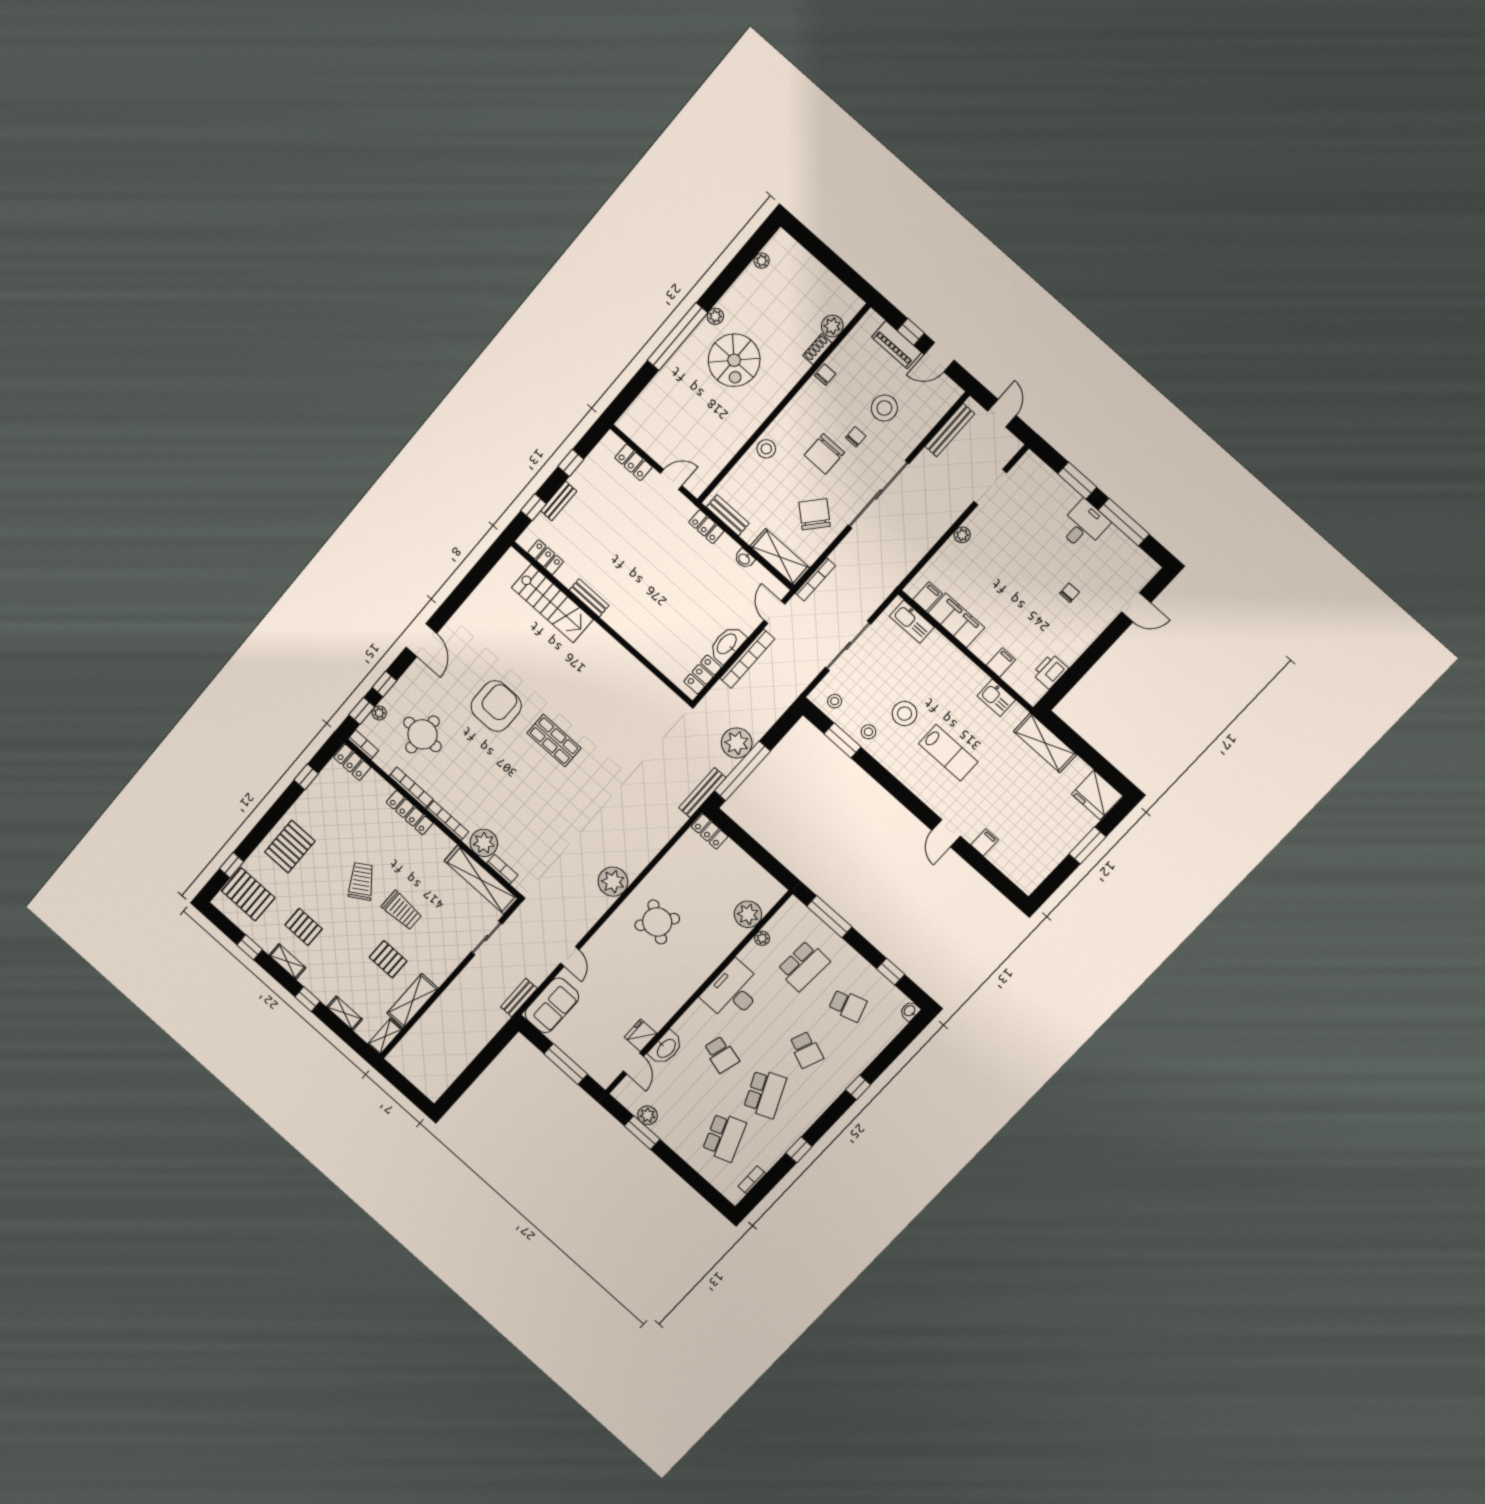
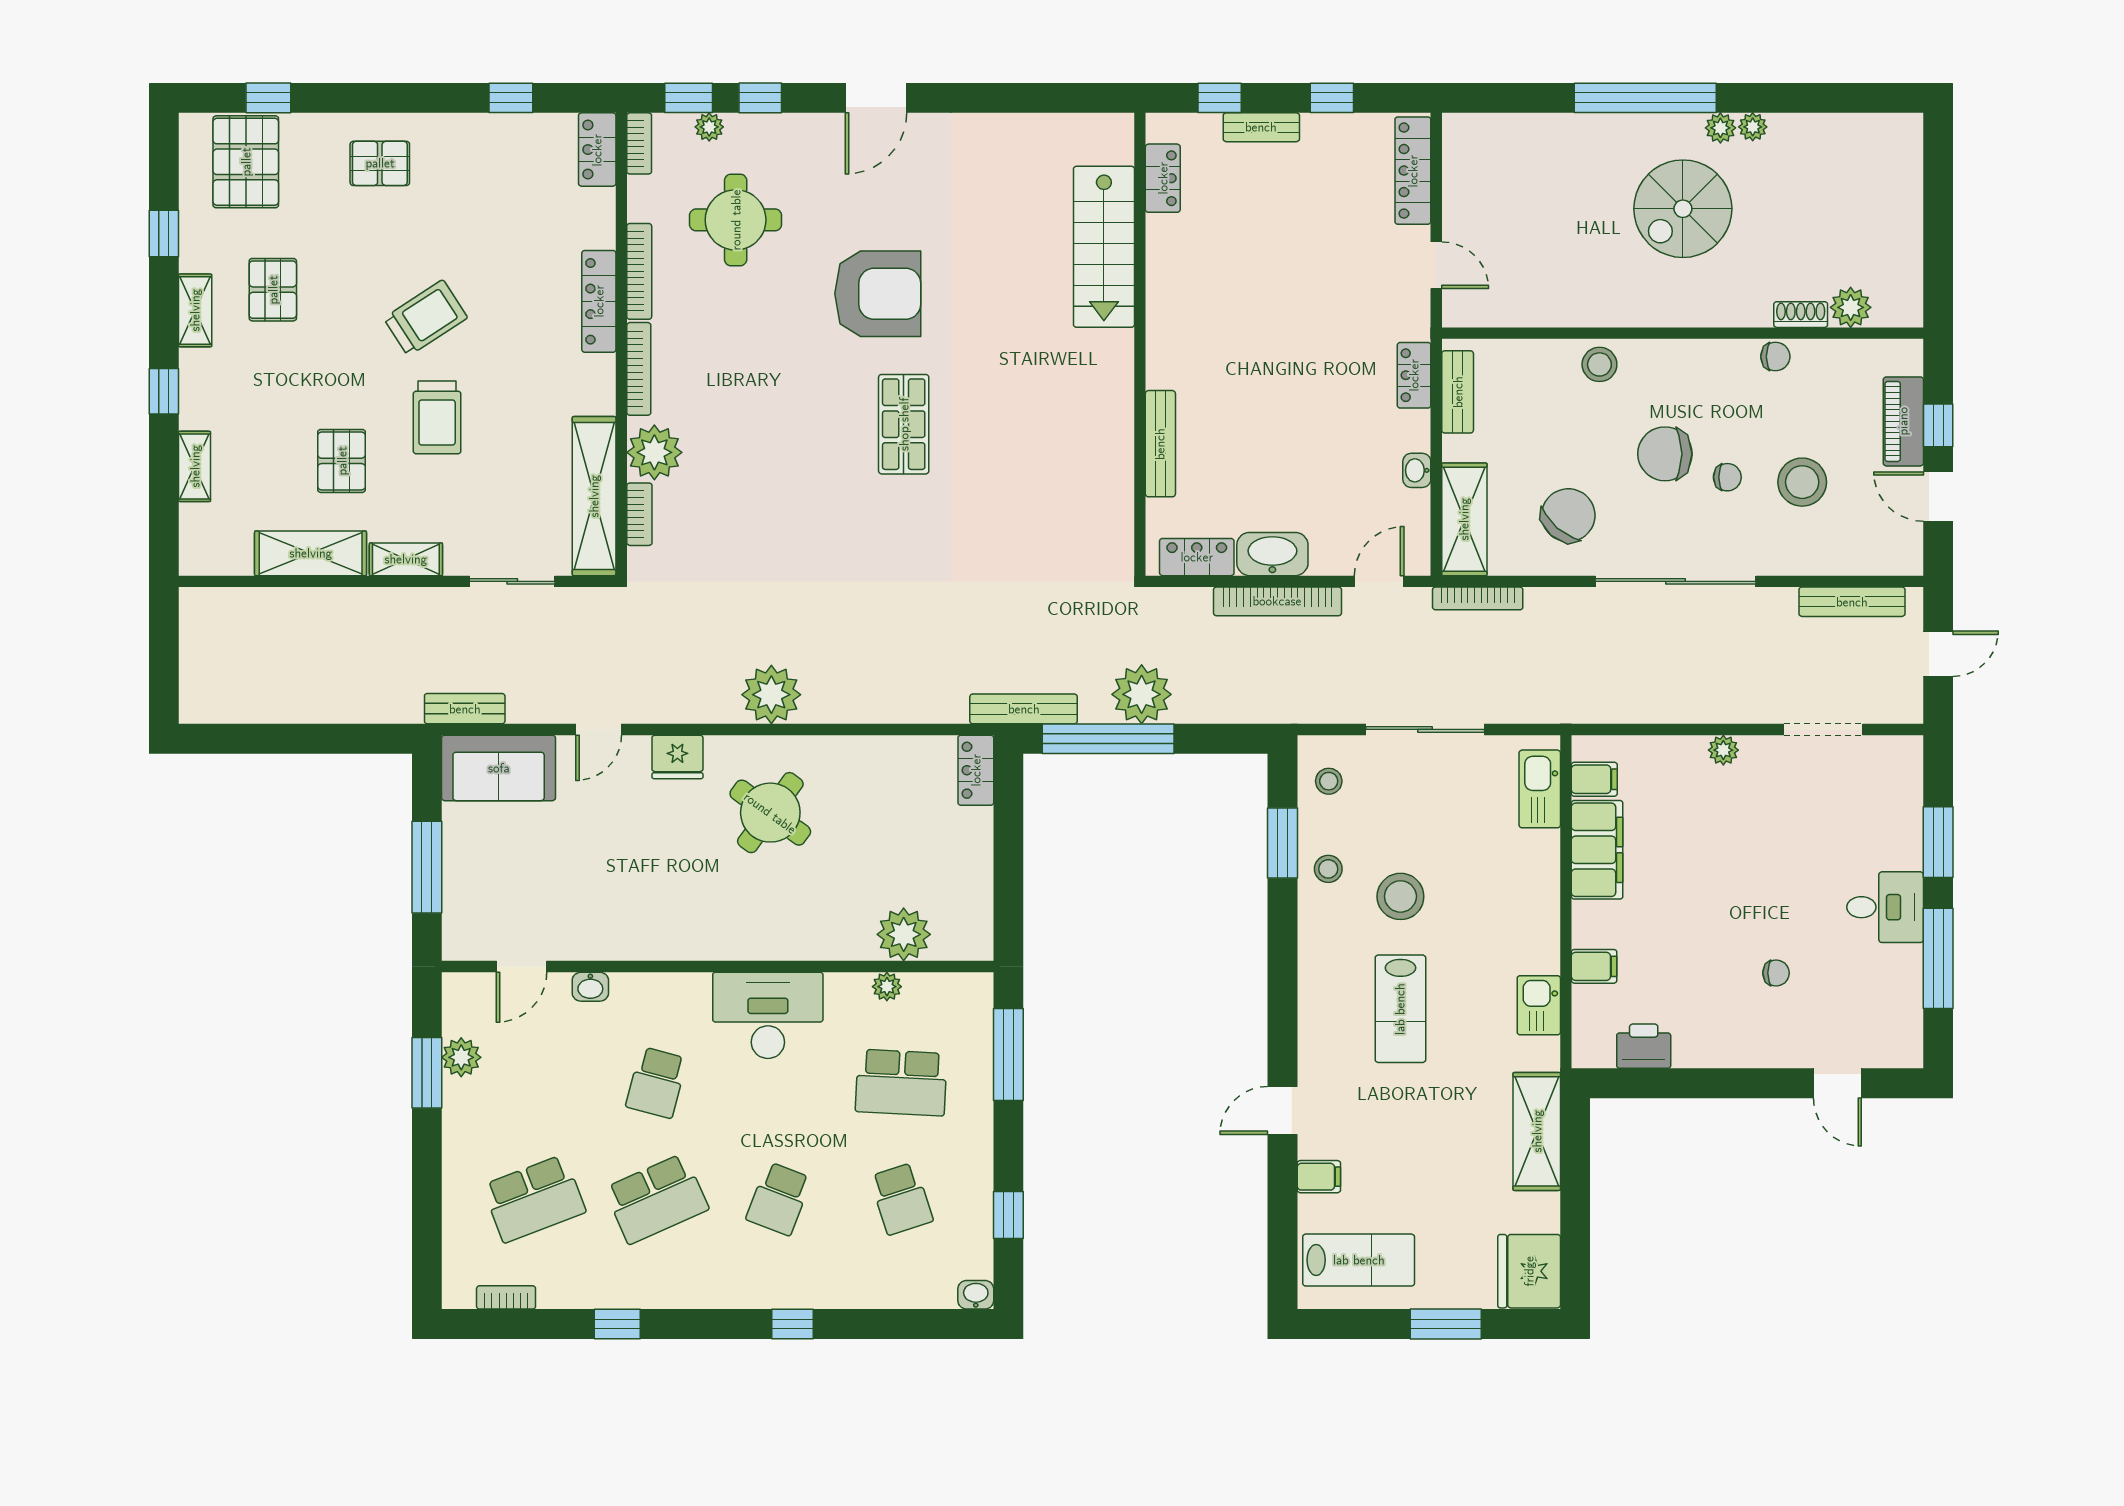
plant: (762, 261) -> (1753, 127), moved
locker: (634, 462) -> (1413, 171), width x1.53
bench: (589, 598) -> (1160, 444), moved, width x1.36
pallet: (290, 847) -> (380, 163), width x0.67, depth x0.71
lab bench: (1031, 856) -> (1359, 1260), added
fridge: (641, 1035) -> (677, 757), moved, turned 180
shelving: (385, 1037) -> (406, 559), moved
washbasin: (666, 1048) -> (590, 987), width x0.52, depth x0.69

